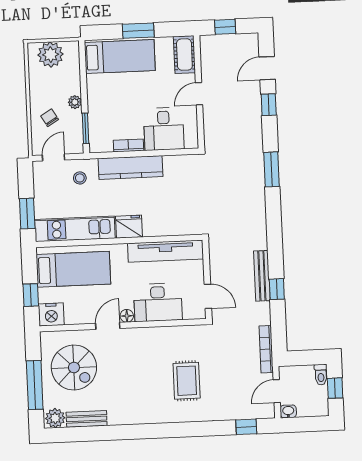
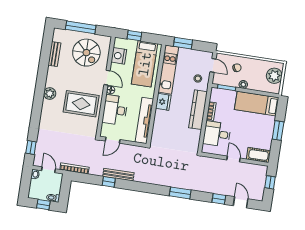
bed: (120, 56) -> (257, 104), moved, turned 90
nightstand: (51, 314) -> (119, 56), moved
spiral stairs: (74, 367) -> (86, 53), turned -90
rug: (187, 381) -> (81, 104), moved, width x1.36, depth x1.43
plant: (55, 418) -> (50, 94), moved

